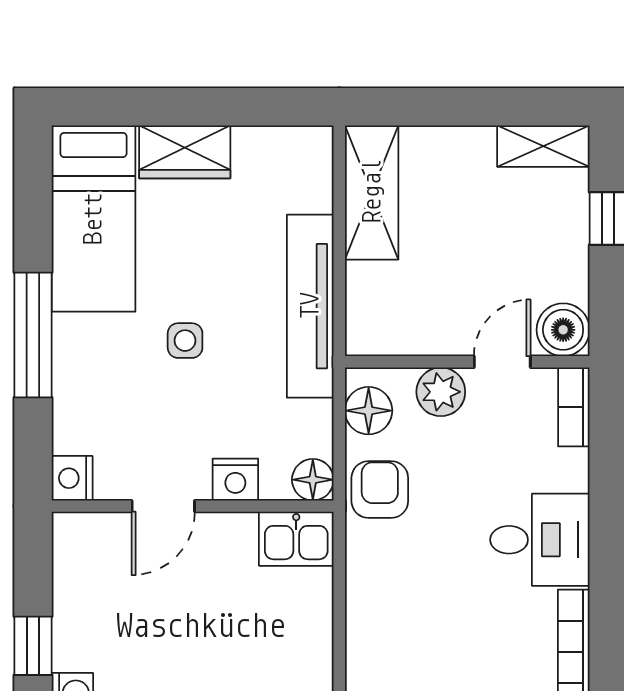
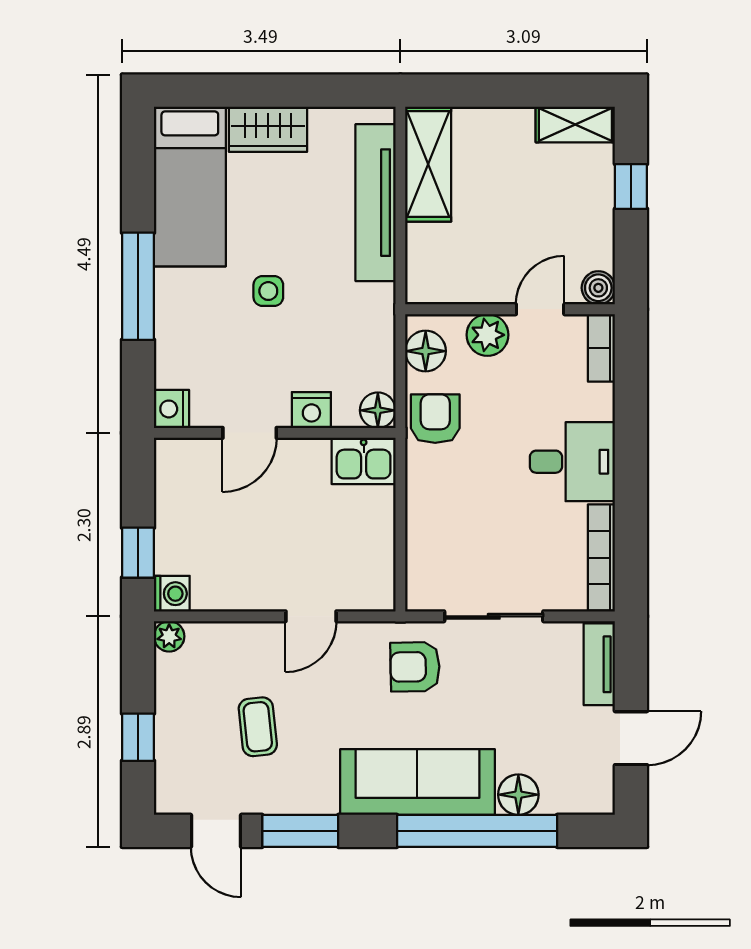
tv unit: (310, 306) -> (376, 203), moved
boiler: (563, 330) -> (598, 288), width x0.73, depth x0.73

